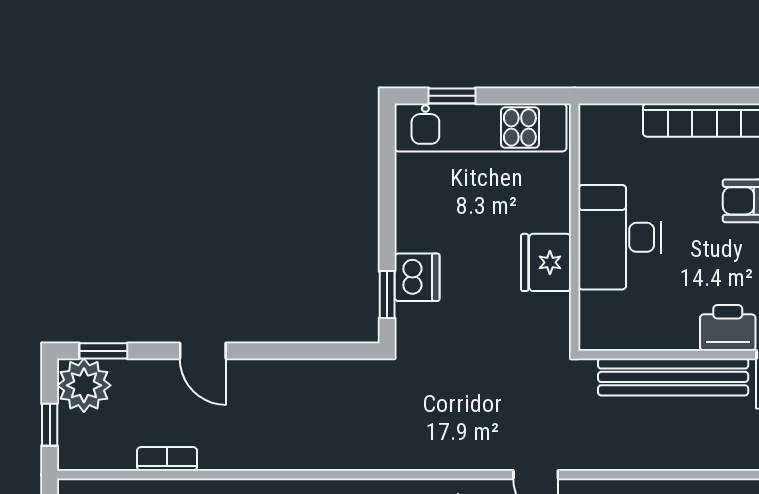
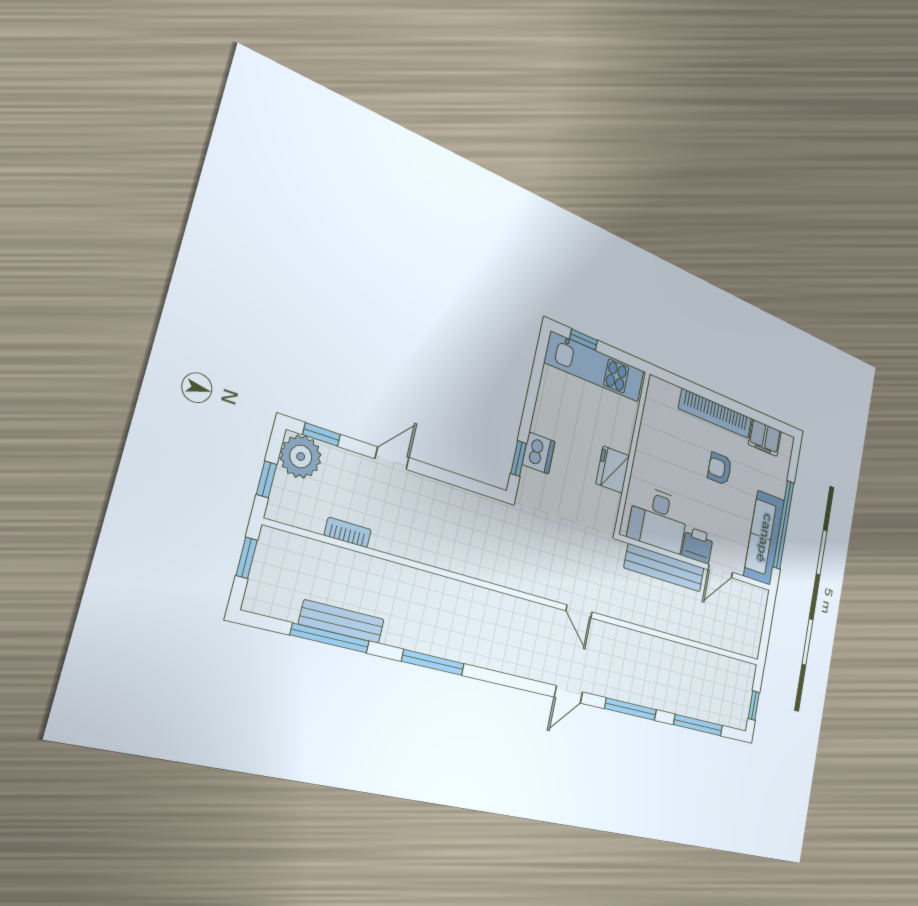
desk: (619, 237) -> (658, 519), moved, turned -90
door: (203, 351) -> (392, 458), swing flipped

